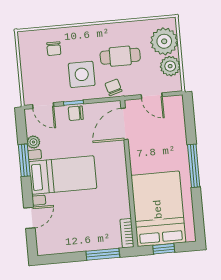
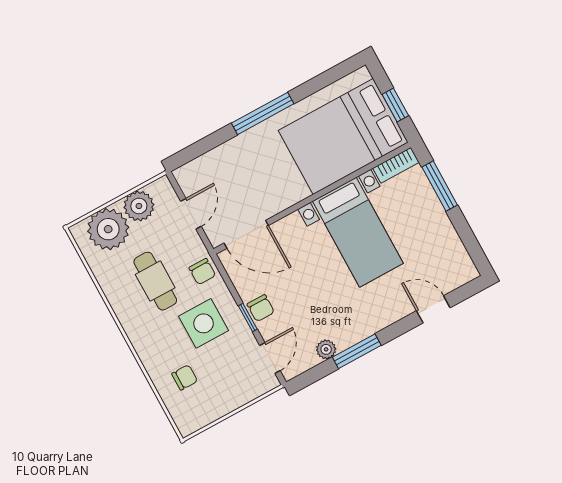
chair: (113, 87) -> (202, 272), turned -74
bed with nightstands: (63, 175) -> (358, 232), moved, turned 180

